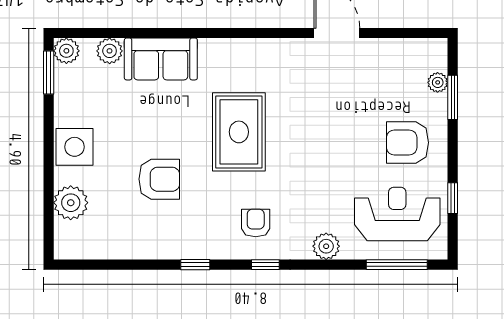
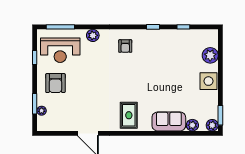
rug: (239, 132) -> (129, 115), moved, width x0.73, depth x0.70
armchair: (408, 143) -> (55, 83), turned 90
armchair: (159, 179) -> (170, 66), removed
window: (265, 265) -> (183, 27), moved

